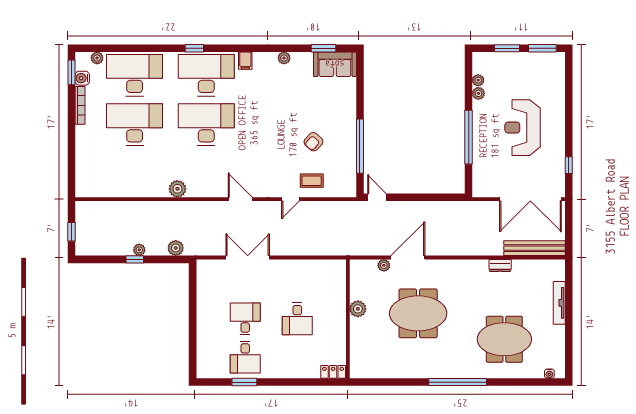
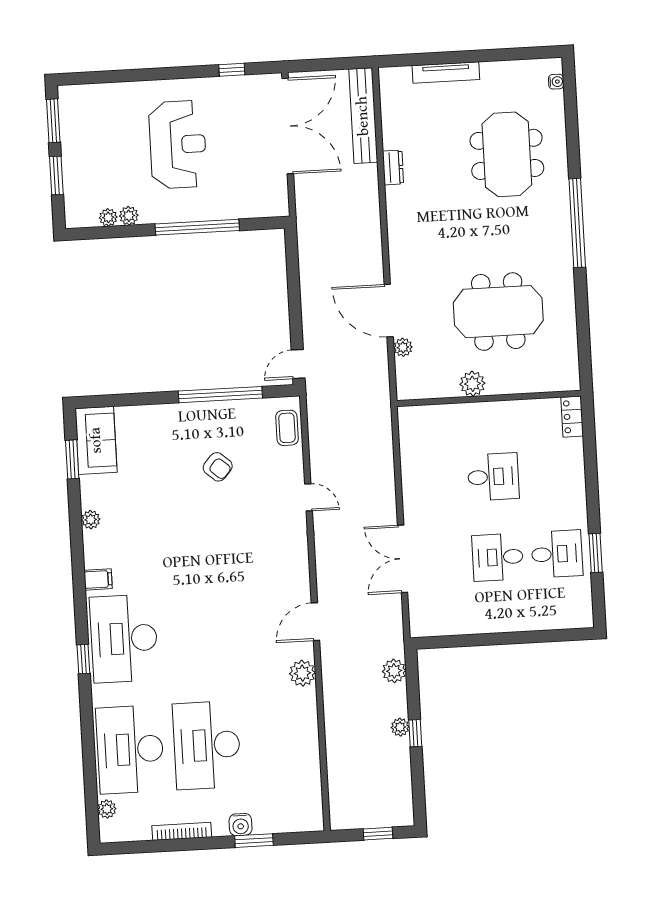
window: (71, 72) -> (254, 841), moved
water cooler: (82, 78) -> (241, 825), moved
desk: (206, 125) -> (201, 634), removed
reception desk: (523, 128) -> (178, 144), turned -90
coffee table: (312, 181) -> (287, 428), moved
door: (240, 199) -> (315, 622), moved
meeting table: (418, 313) -> (498, 312), moved, turned 90

